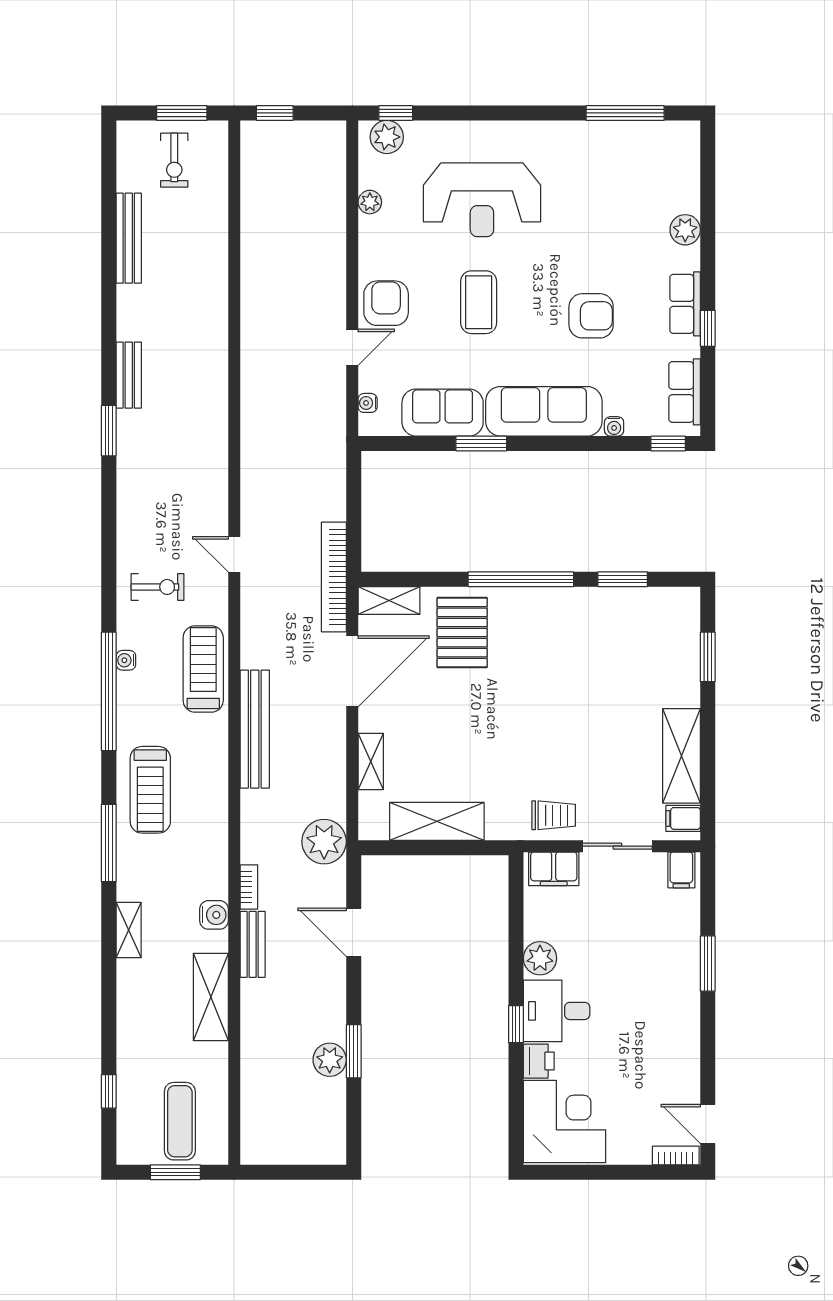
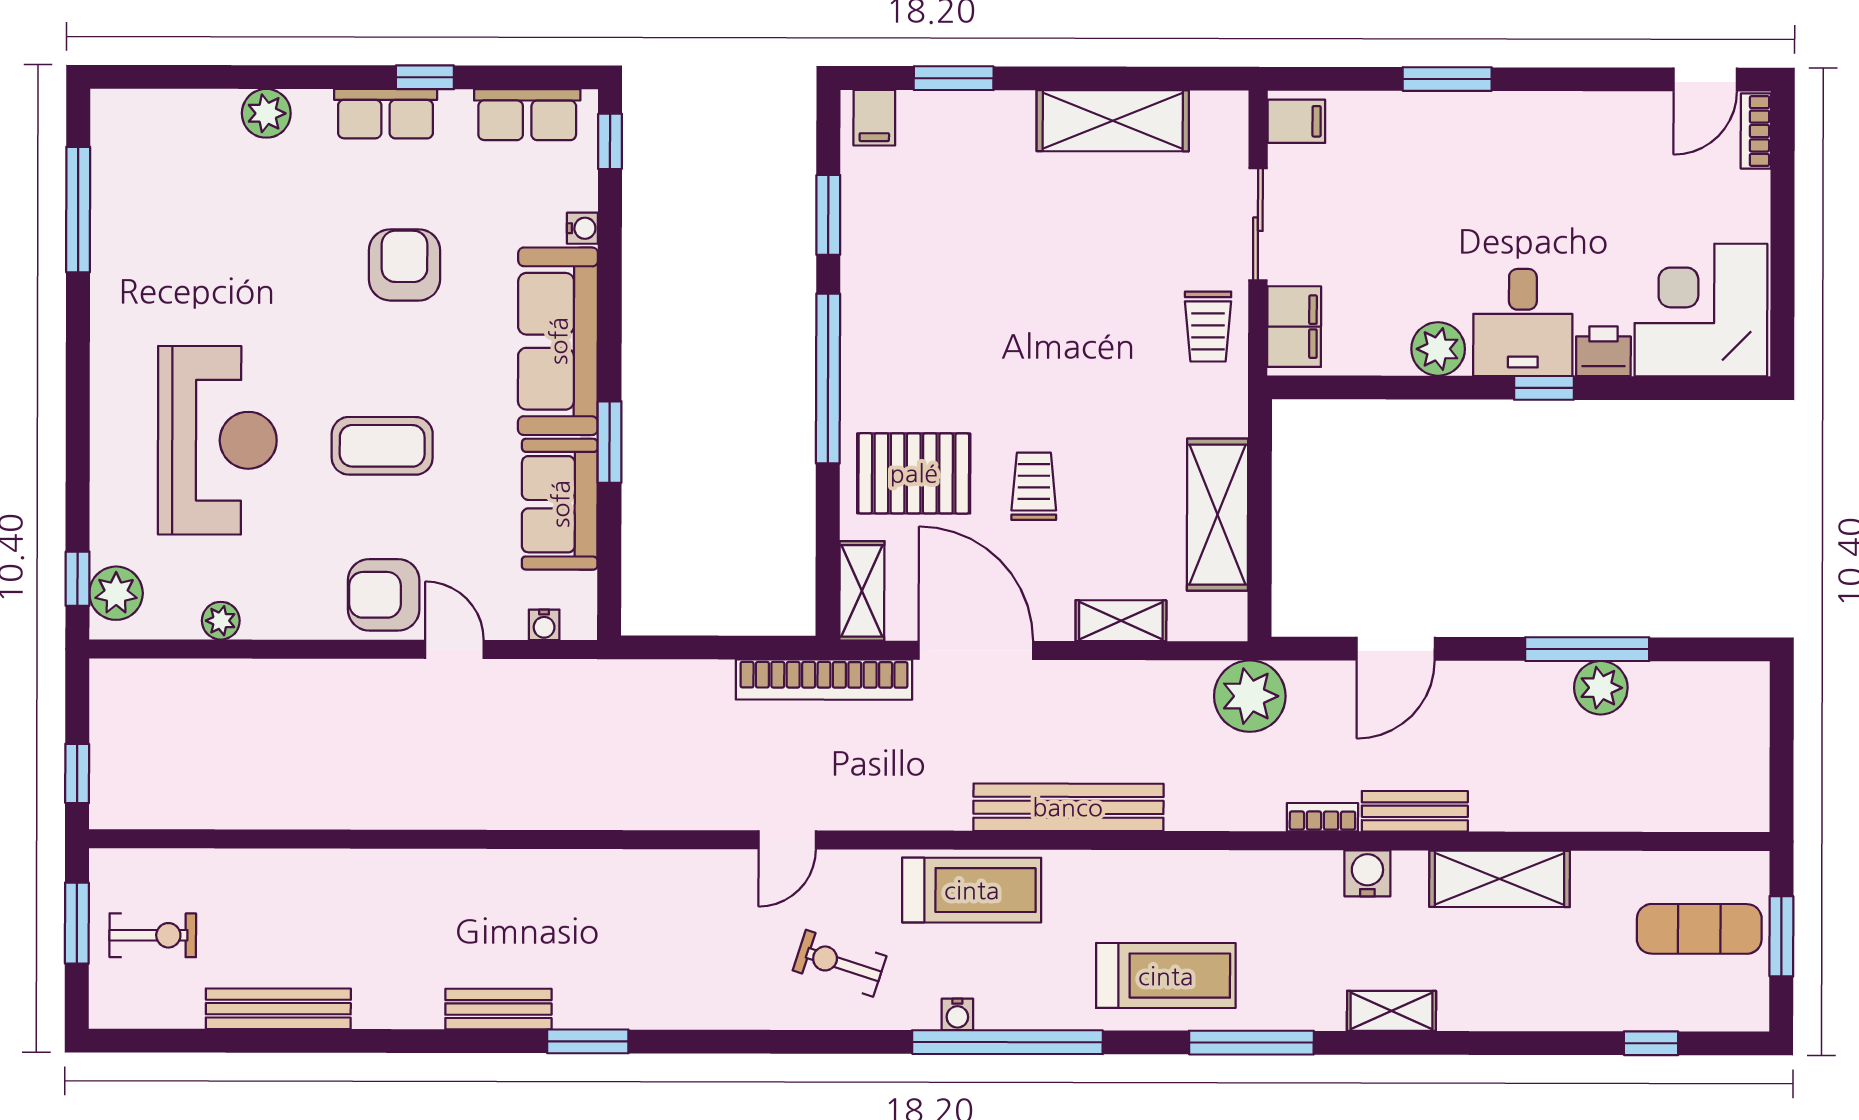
exercise bike: (158, 587) -> (840, 963), turned -72
treadmill: (203, 669) -> (972, 890), turned 180
trolley: (454, 707) -> (1034, 486), added
trolley: (554, 815) -> (1208, 327), turned 180
filing cabinet: (683, 818) -> (874, 118), moved
window: (354, 1051) -> (1587, 649), width x1.44

